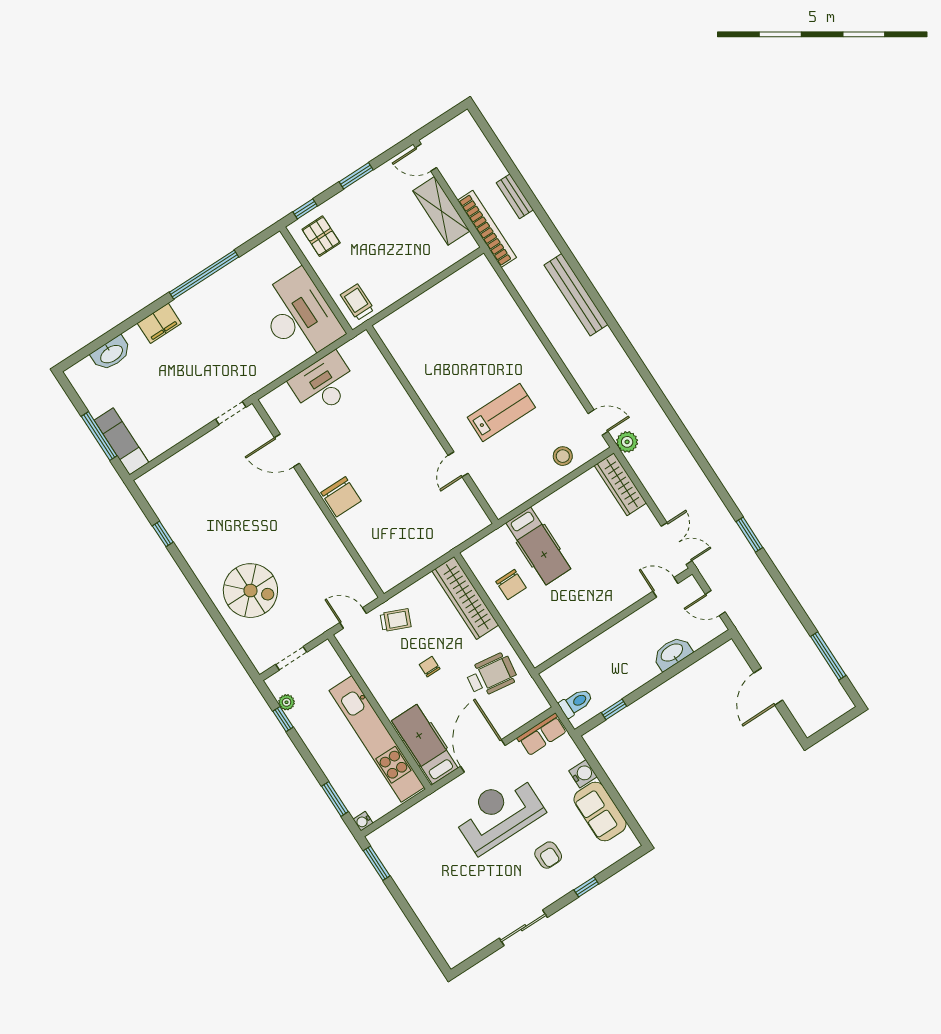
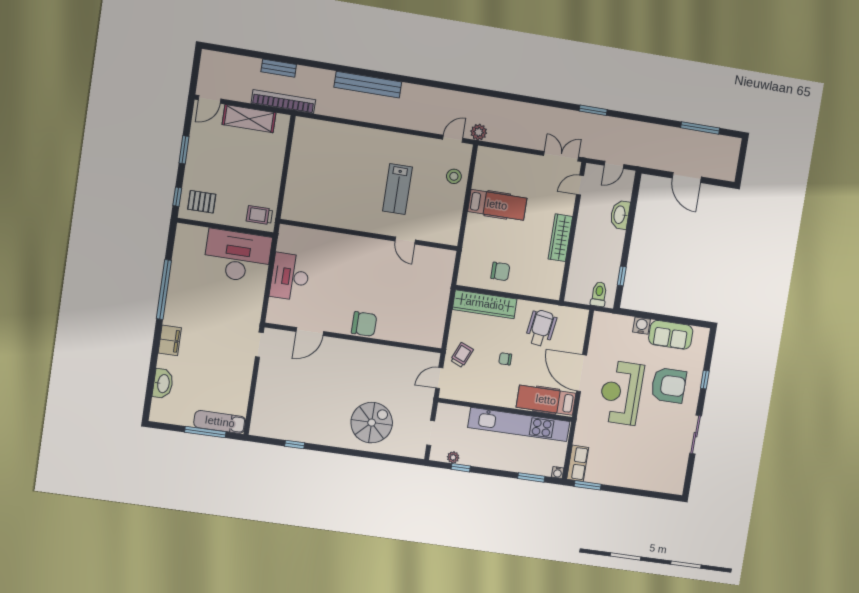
lab bench: (501, 412) -> (397, 189), turned 180
wardrobe: (620, 484) -> (560, 238), moved, turned 90
hospital bed: (538, 546) -> (497, 205), moved
row of seats: (542, 734) -> (578, 463), moved
armchair: (548, 855) -> (668, 385), width x1.88, depth x1.88

